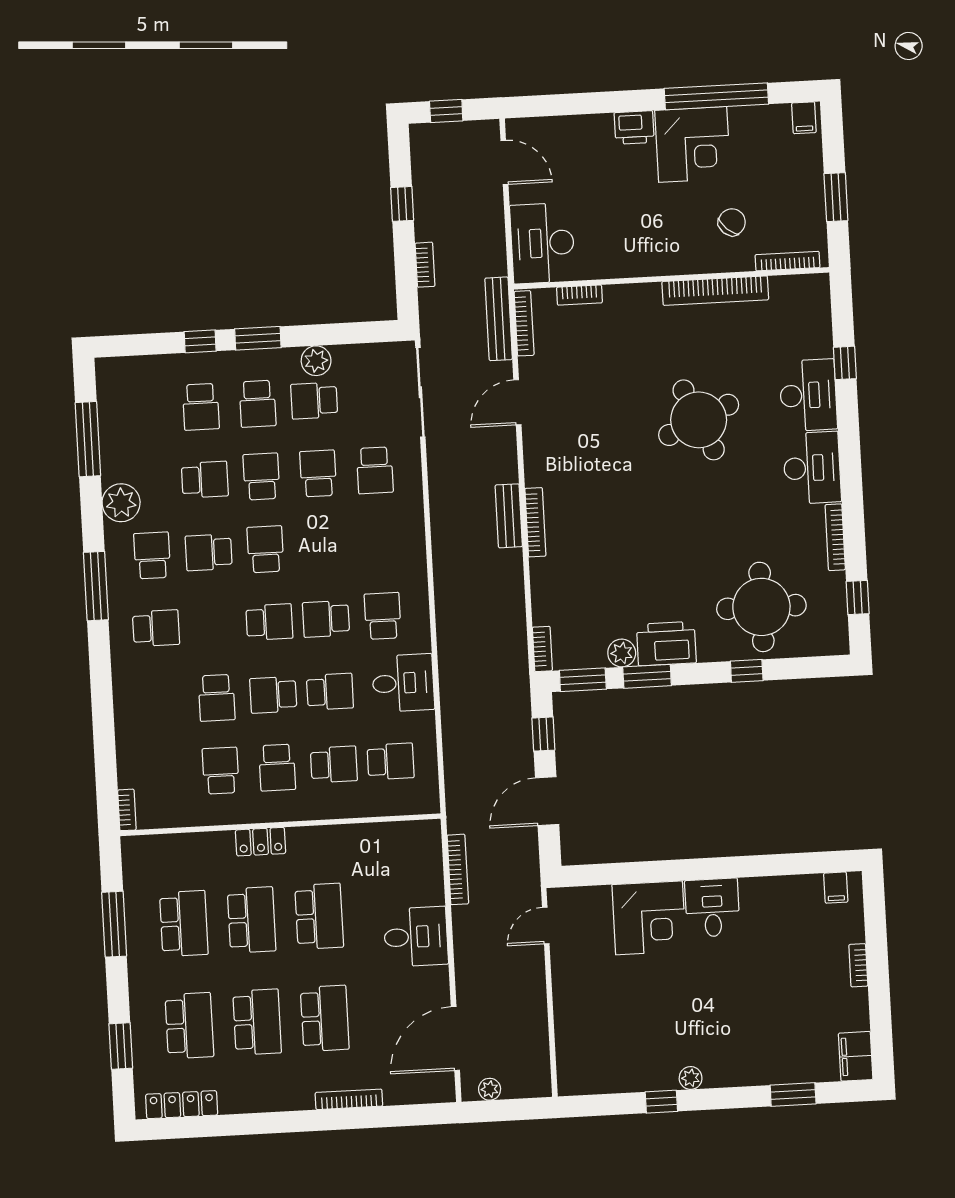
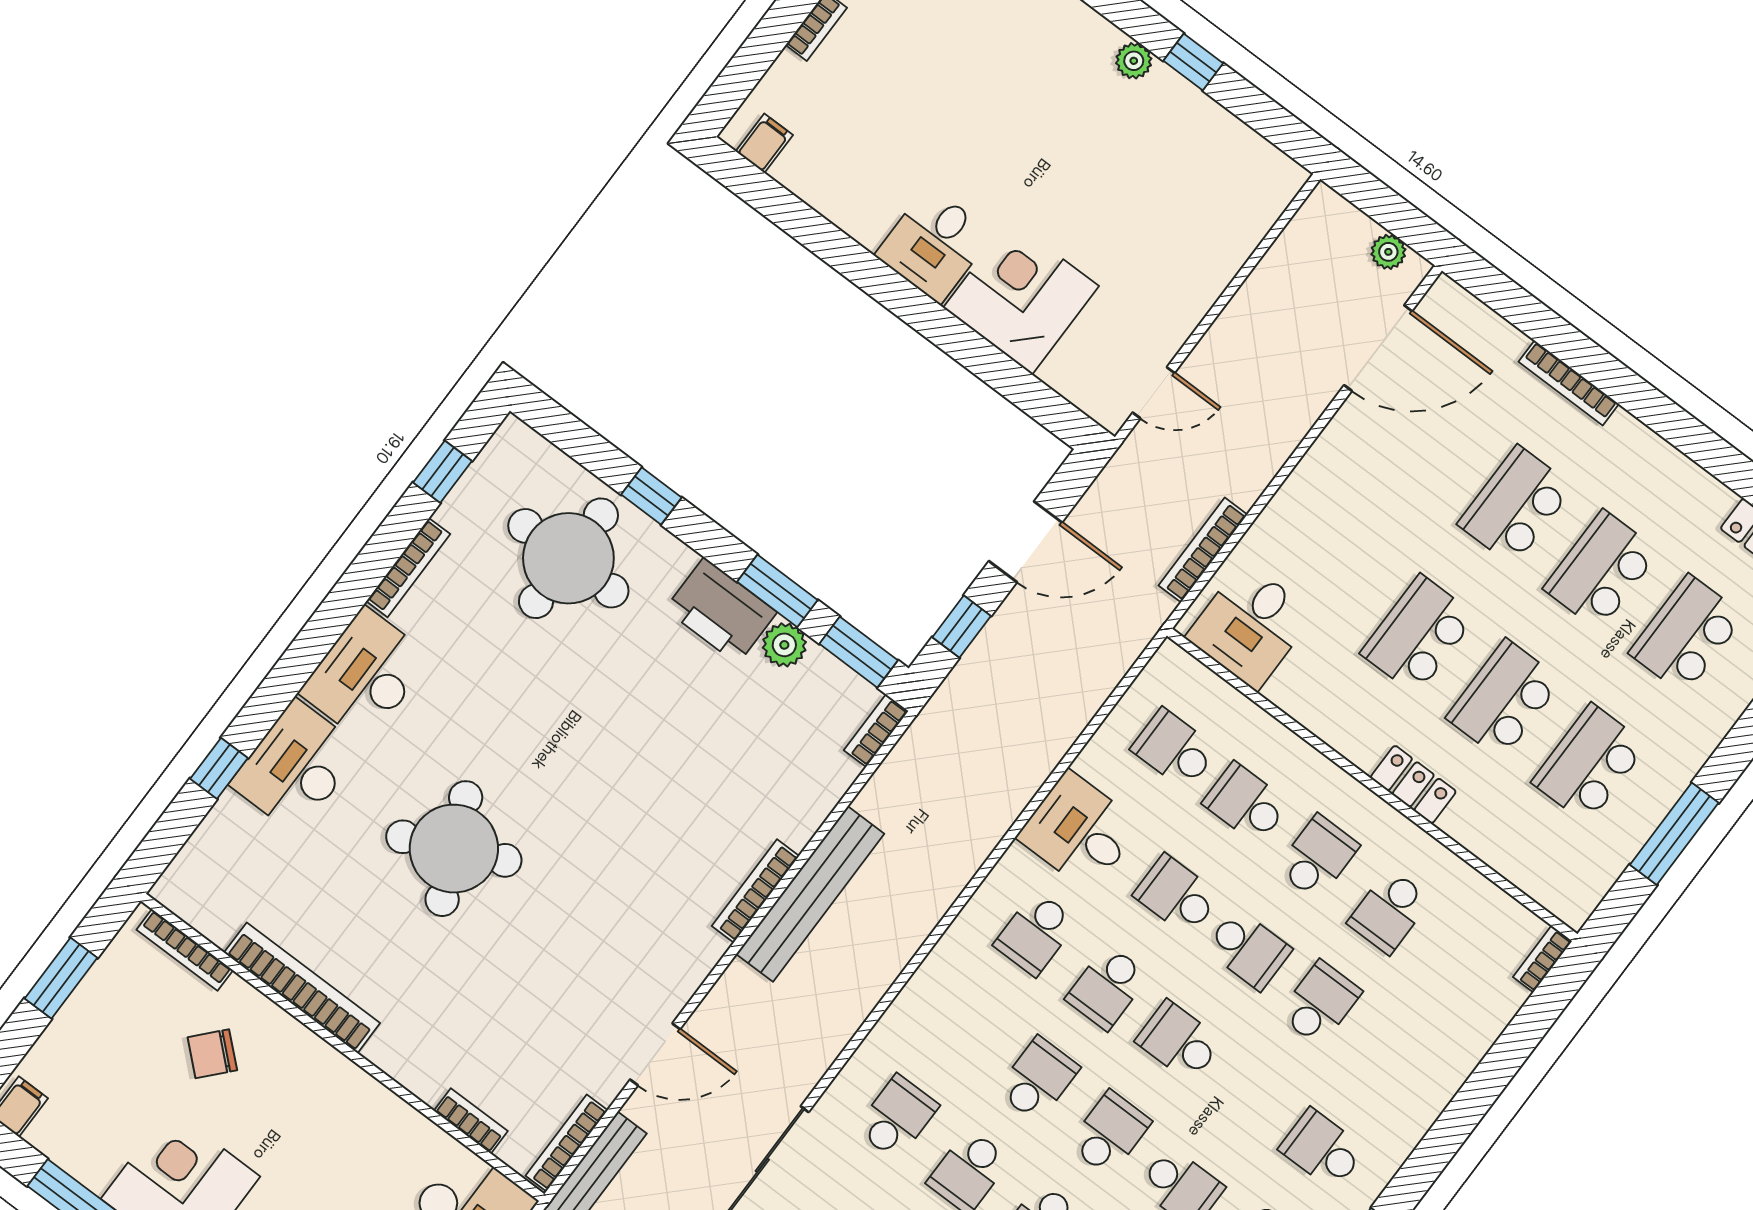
bench: (509, 516) -> (810, 894), width x1.86, depth x1.21
school desk: (322, 546) -> (1038, 1079), added
school desk: (265, 549) -> (1110, 1133), turned 180
school desk: (326, 619) -> (1107, 987), turned 90
desk: (416, 937) -> (1250, 626), moved, turned -90

